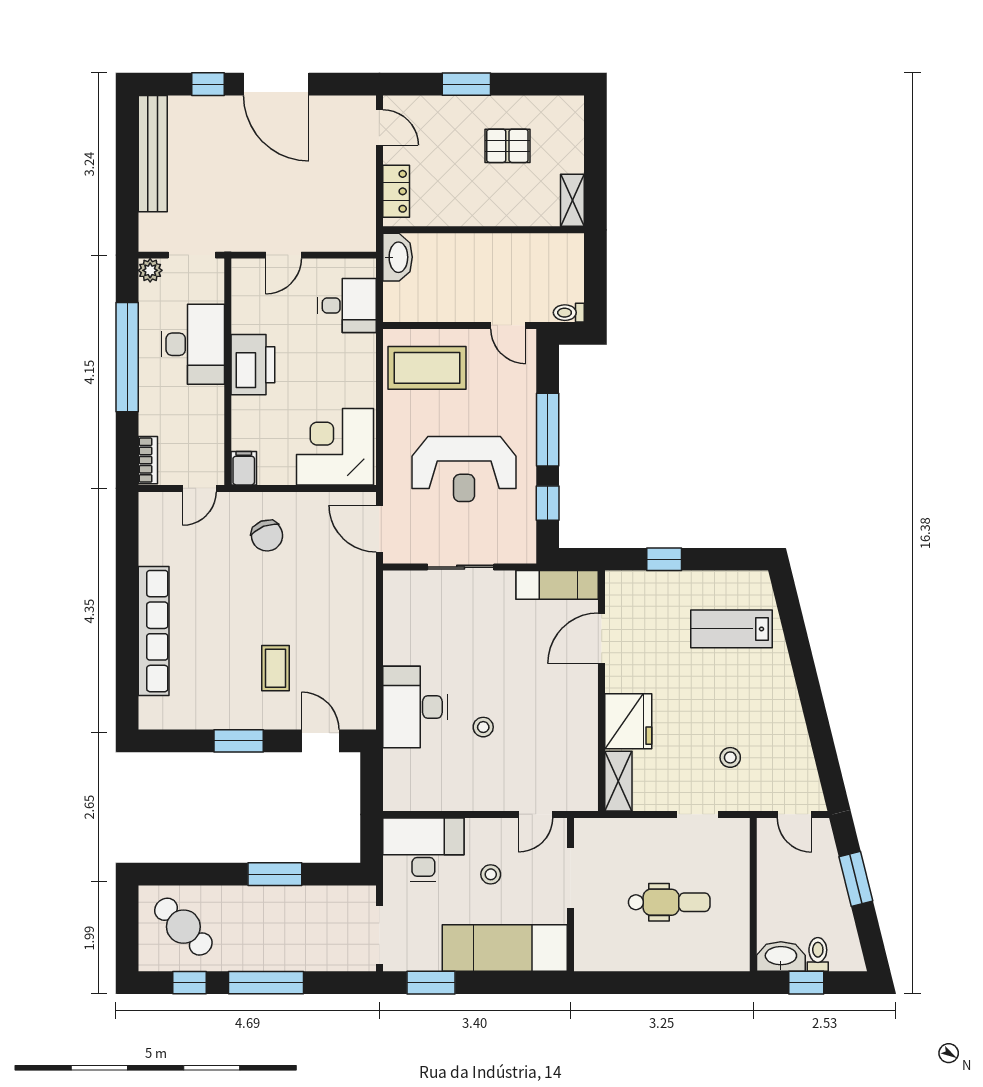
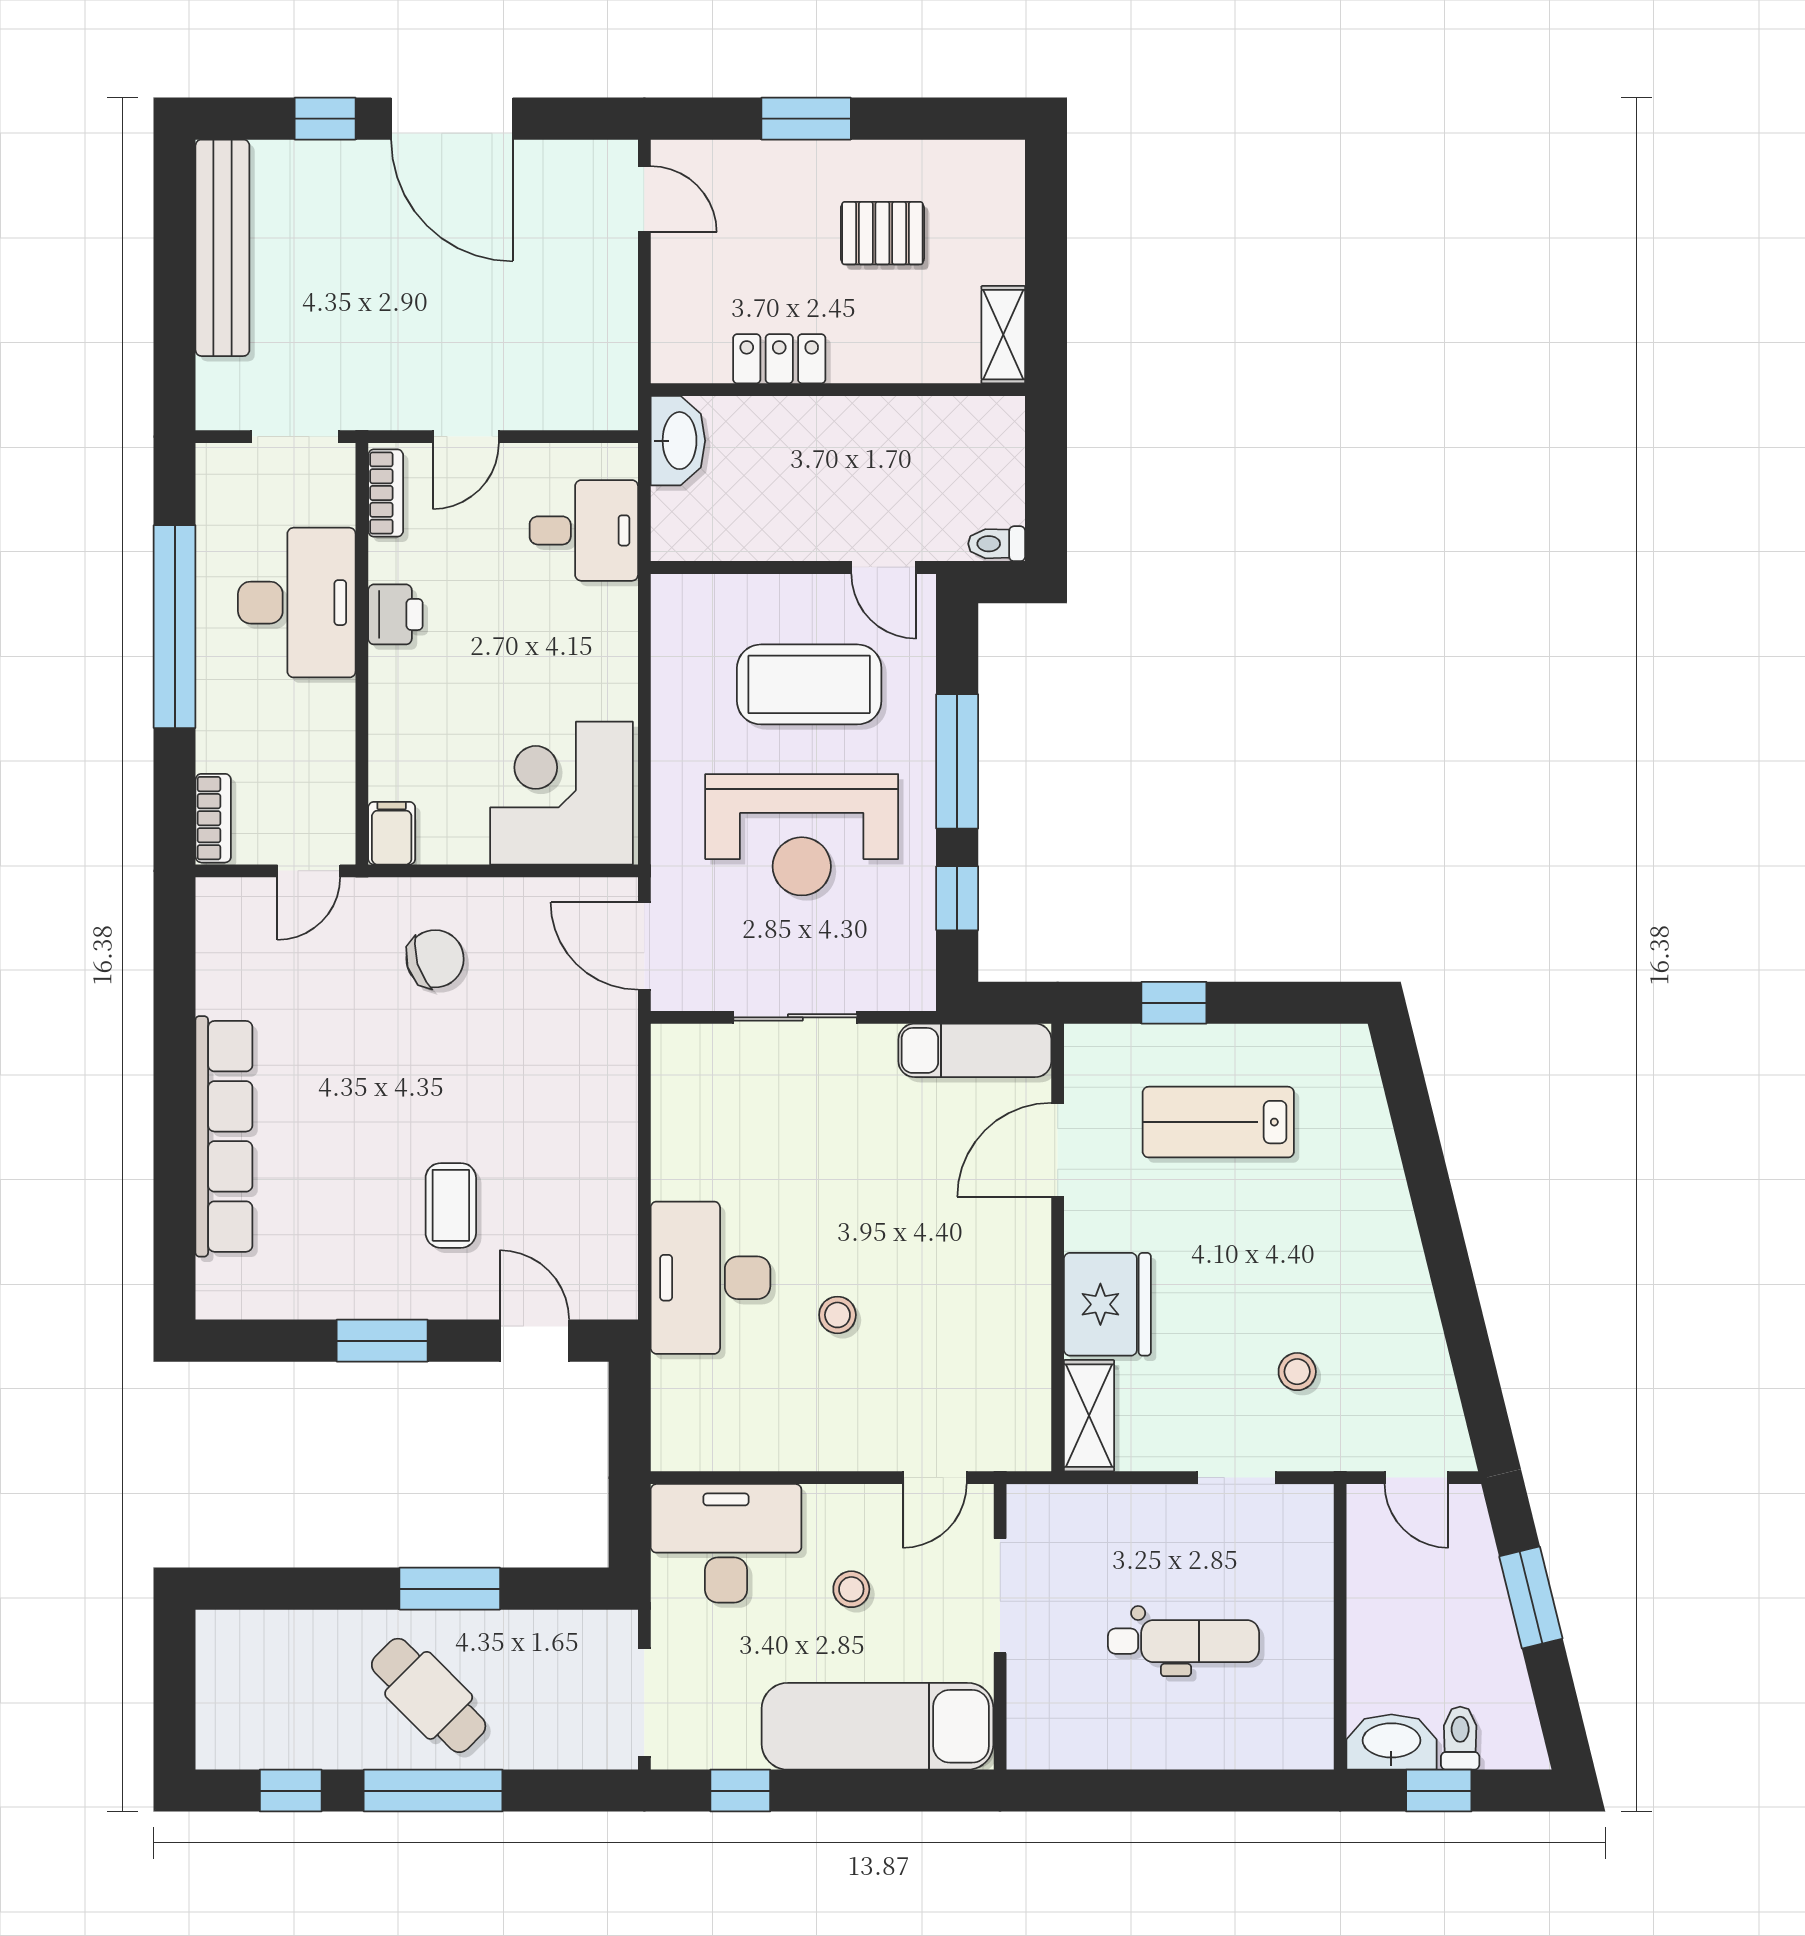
locker: (396, 191) -> (779, 359), moved, turned -90
plant: (150, 270) -> (218, 465), removed
bookcase: (240, 285) -> (386, 493), added
printer: (253, 365) -> (395, 614), width x0.53, depth x0.68
coffee table: (427, 368) -> (809, 684), moved
chair: (267, 536) -> (435, 959), turned -86
lab bench: (731, 629) -> (1218, 1122), moved
cafe table: (183, 927) -> (429, 1695), moved
window: (431, 983) -> (740, 1791), width x0.67

